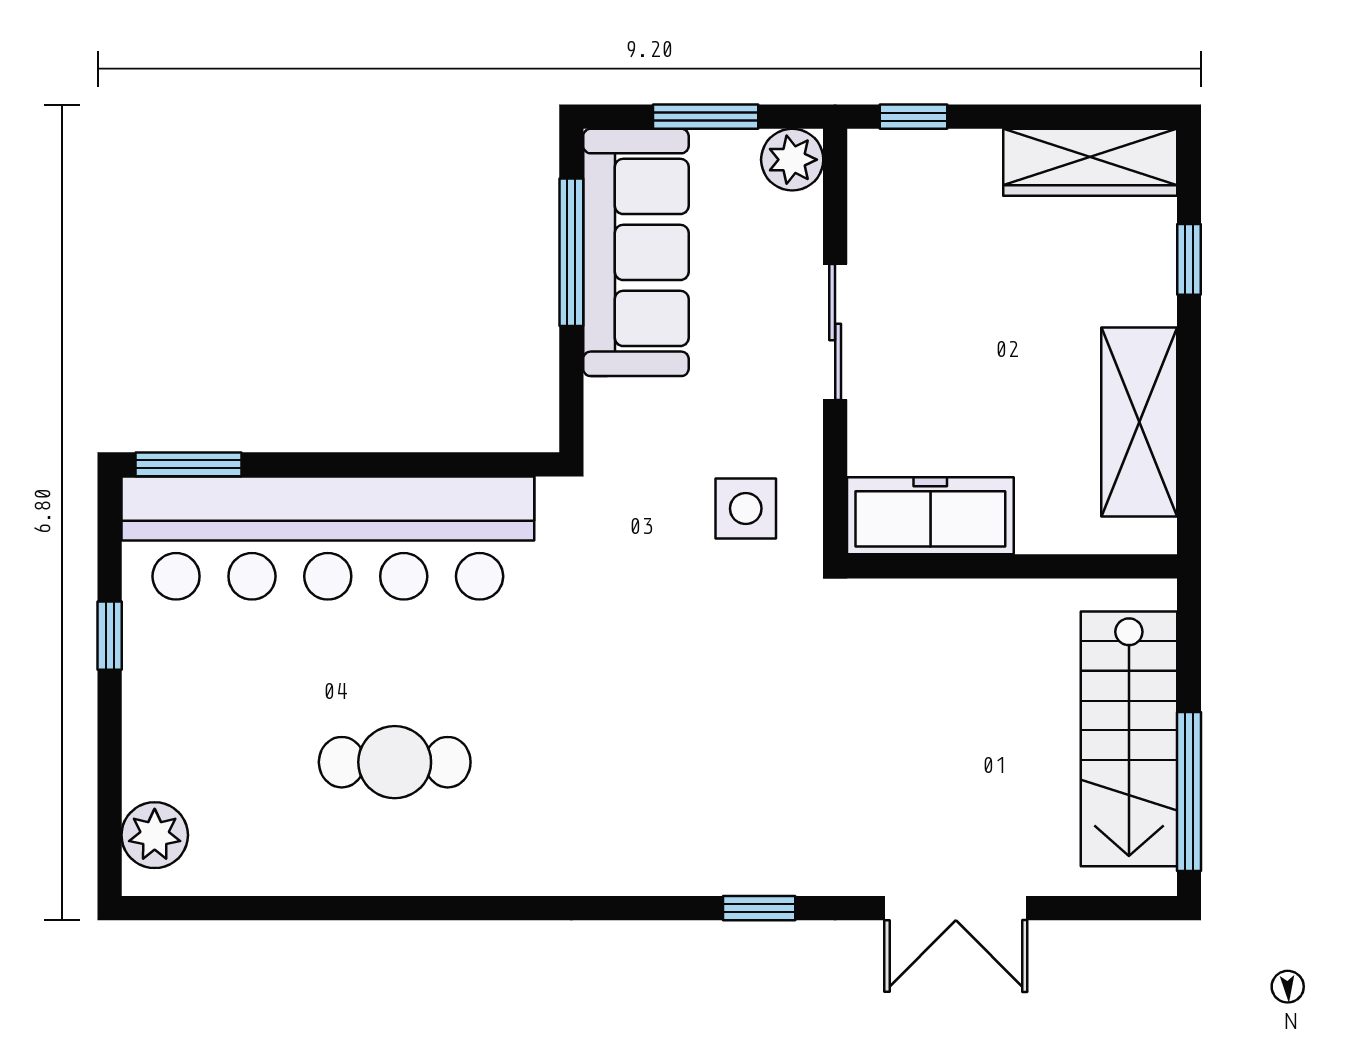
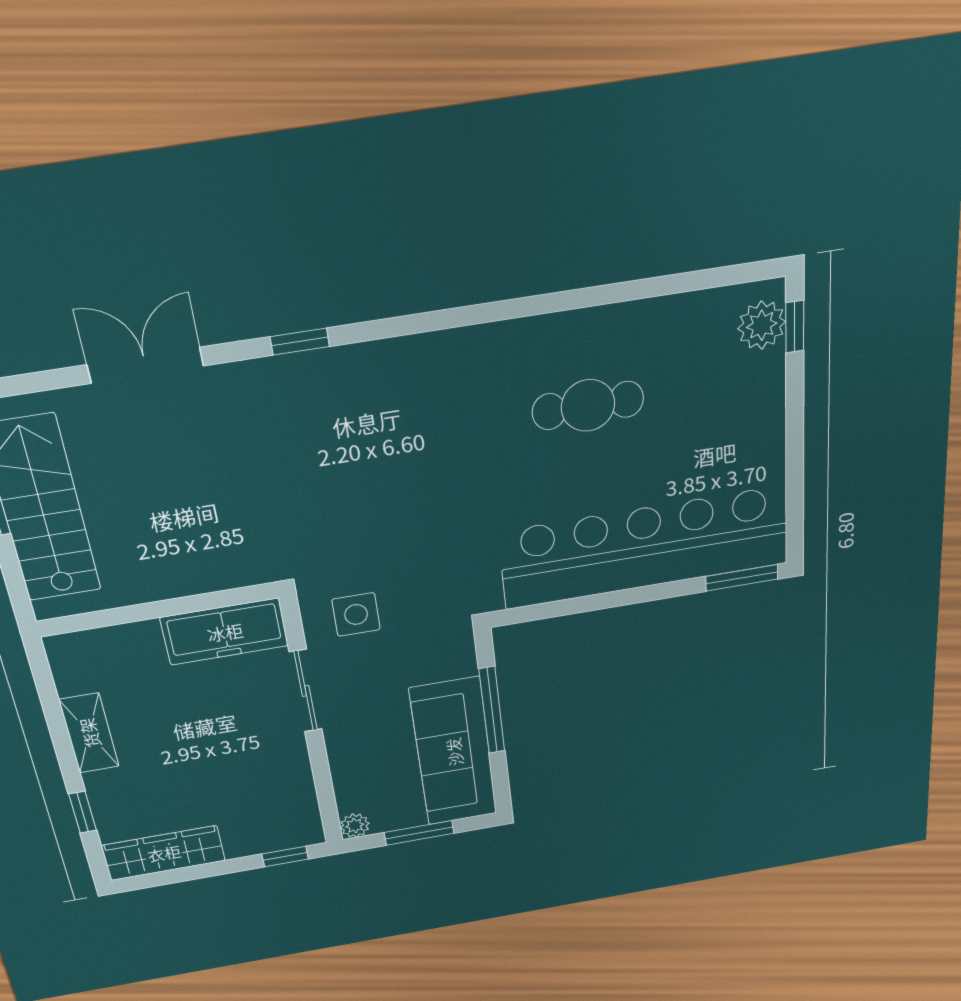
plant: (792, 160) -> (355, 826), width x0.73, depth x0.73
window: (571, 252) -> (492, 710), moved
sliding door: (835, 332) -> (306, 691), moved
shelving: (1139, 422) -> (89, 733), width x0.67, depth x0.75
window: (110, 636) -> (795, 327), moved

